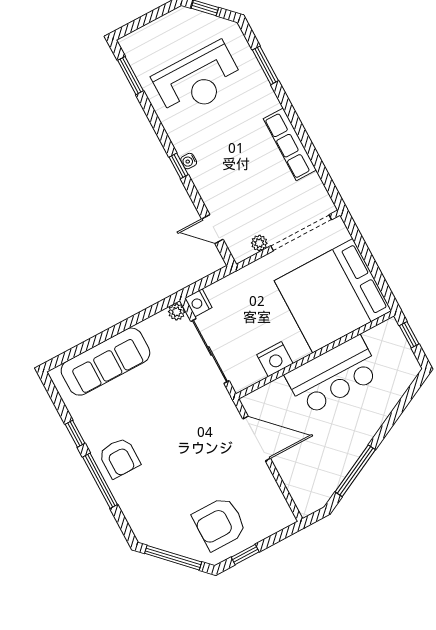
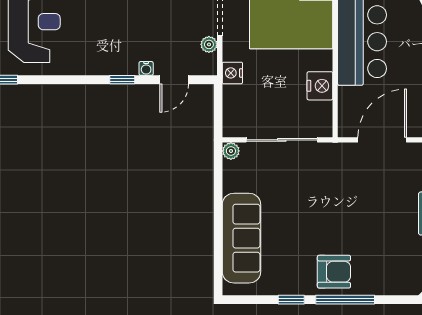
water cooler: (189, 161) -> (146, 68), moved
window: (179, 166) -> (122, 80), moved
nightstand: (198, 303) -> (232, 73), moved, turned 90

